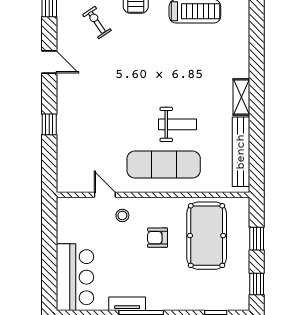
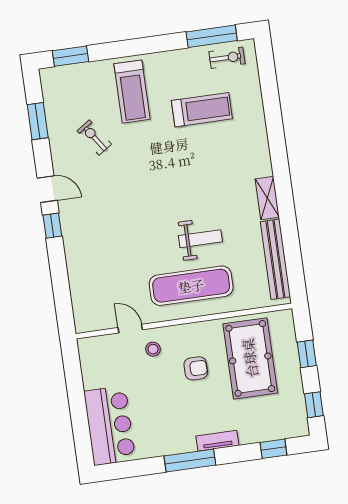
window: (49, 124) -> (52, 226), moved
armchair: (158, 238) -> (196, 368), turned 180
tv unit: (127, 304) -> (217, 441), moved

